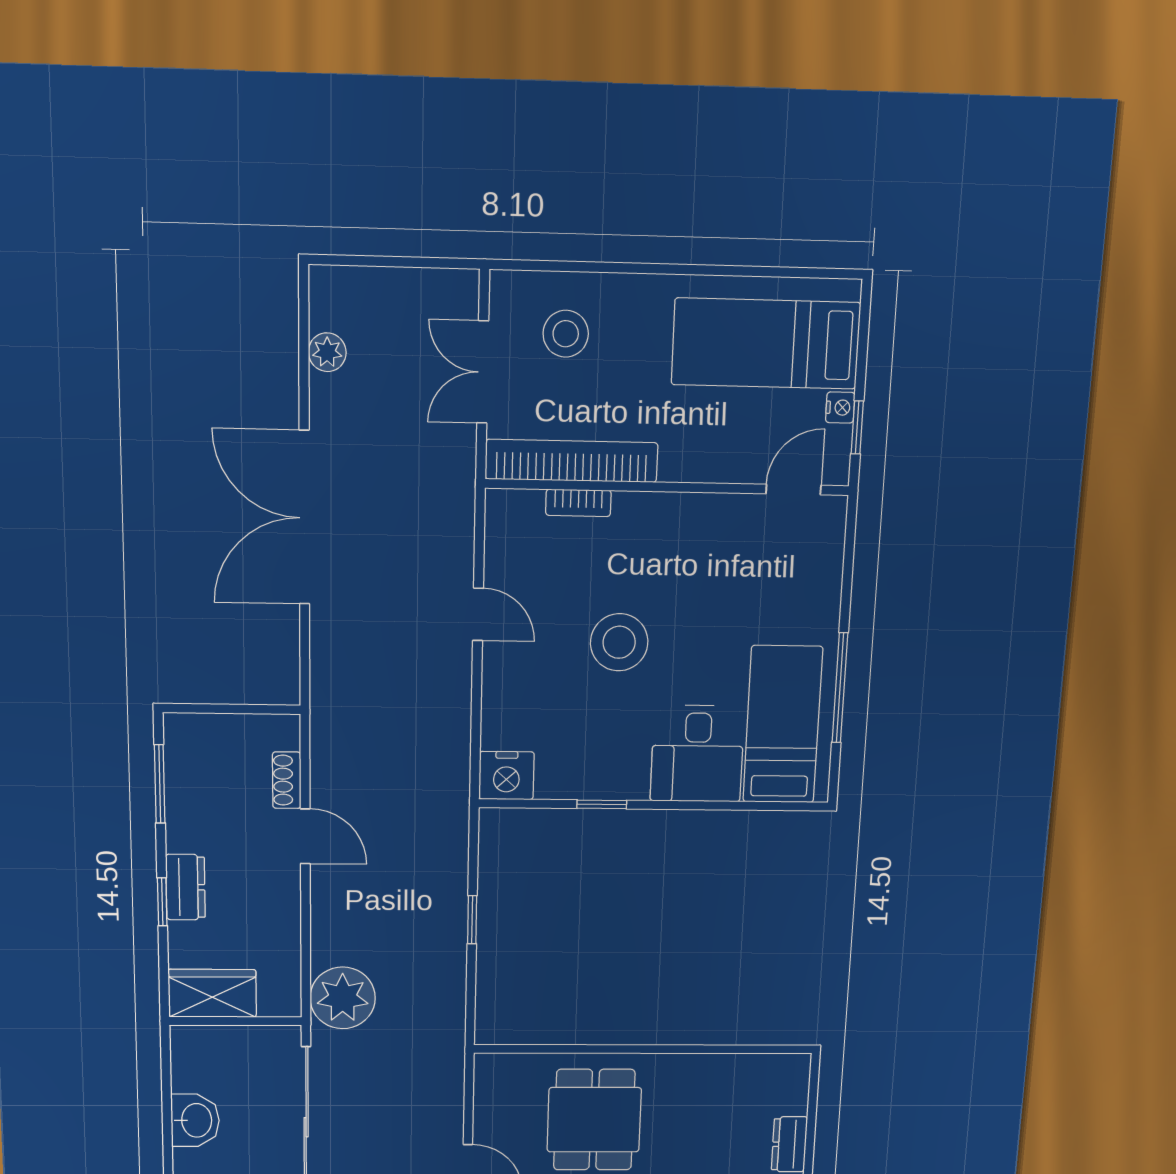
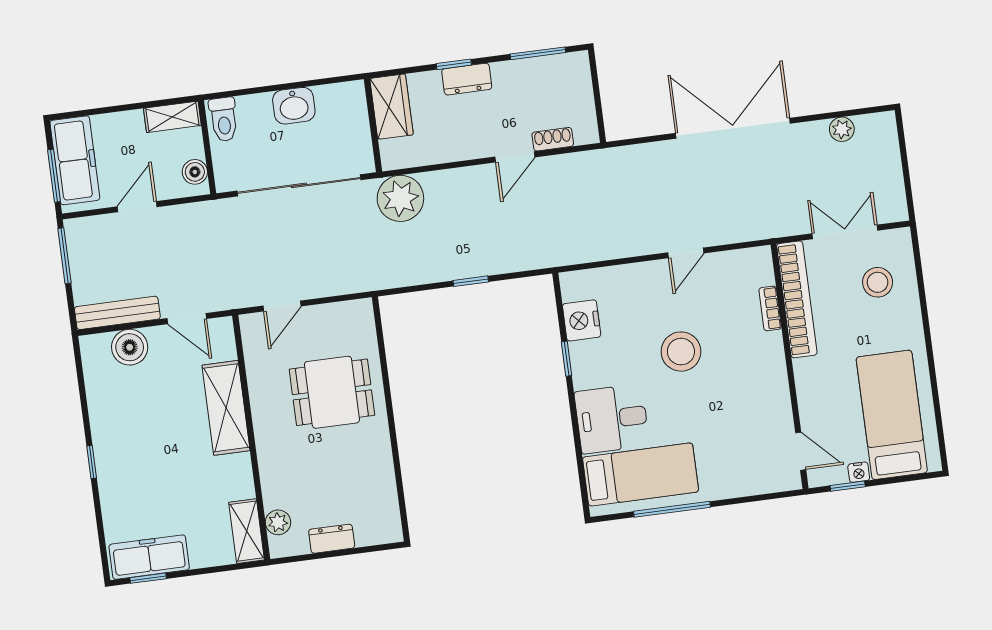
nightstand: (506, 776) -> (582, 320), moved

